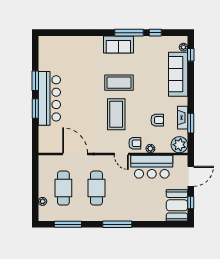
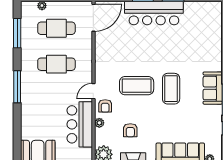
door: (75, 154) -> (93, 18), moved

